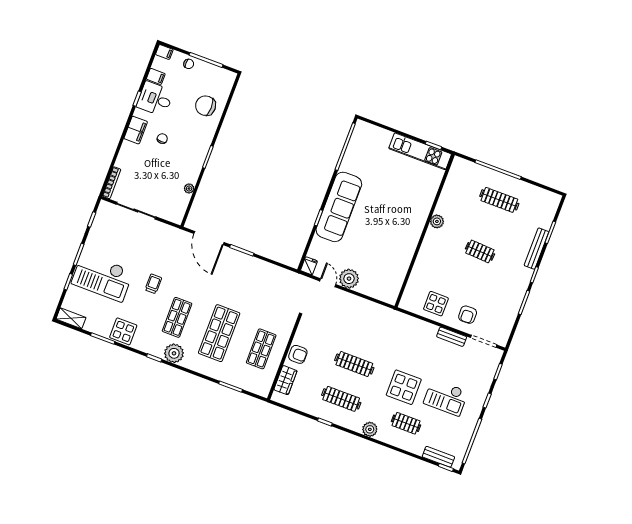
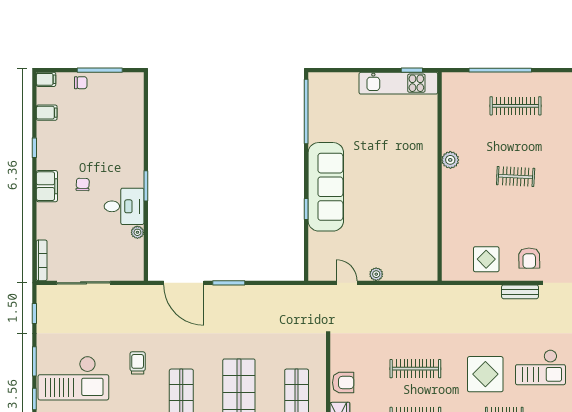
desk: (155, 99) -> (124, 206), moved, turned 180
chair: (206, 106) -> (120, 125), removed
fridge: (309, 266) -> (316, 271), removed
plant: (349, 279) -> (376, 274), width x0.53, depth x0.53

